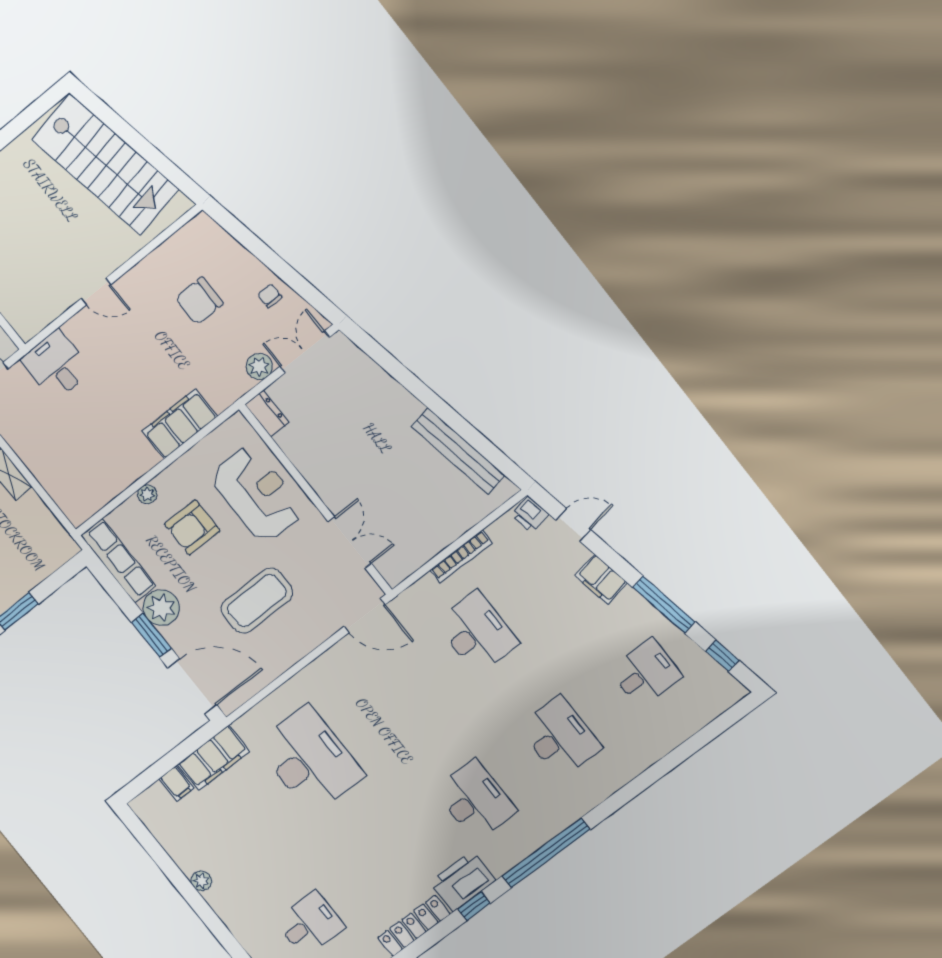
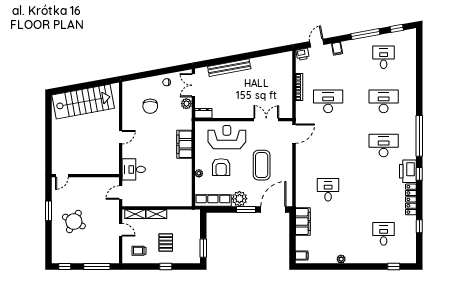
bench: (458, 451) -> (229, 68), moved
filing cabinet: (601, 579) -> (337, 49), width x0.50
desk: (310, 760) -> (328, 190), width x0.53, depth x0.77
filing cabinet: (177, 783) -> (302, 255), moved

